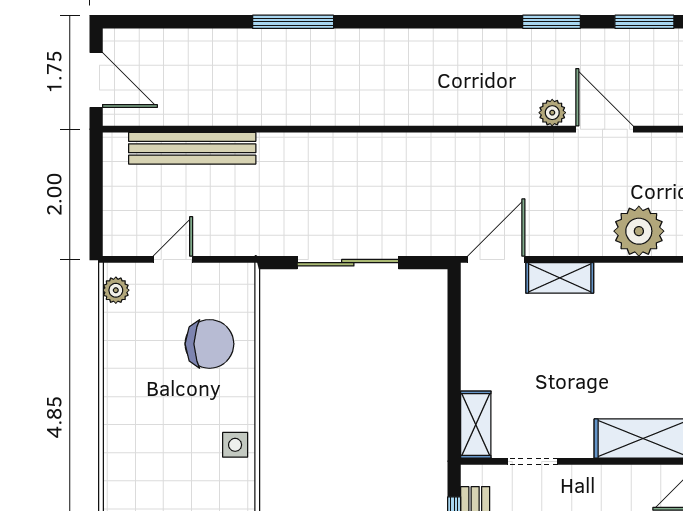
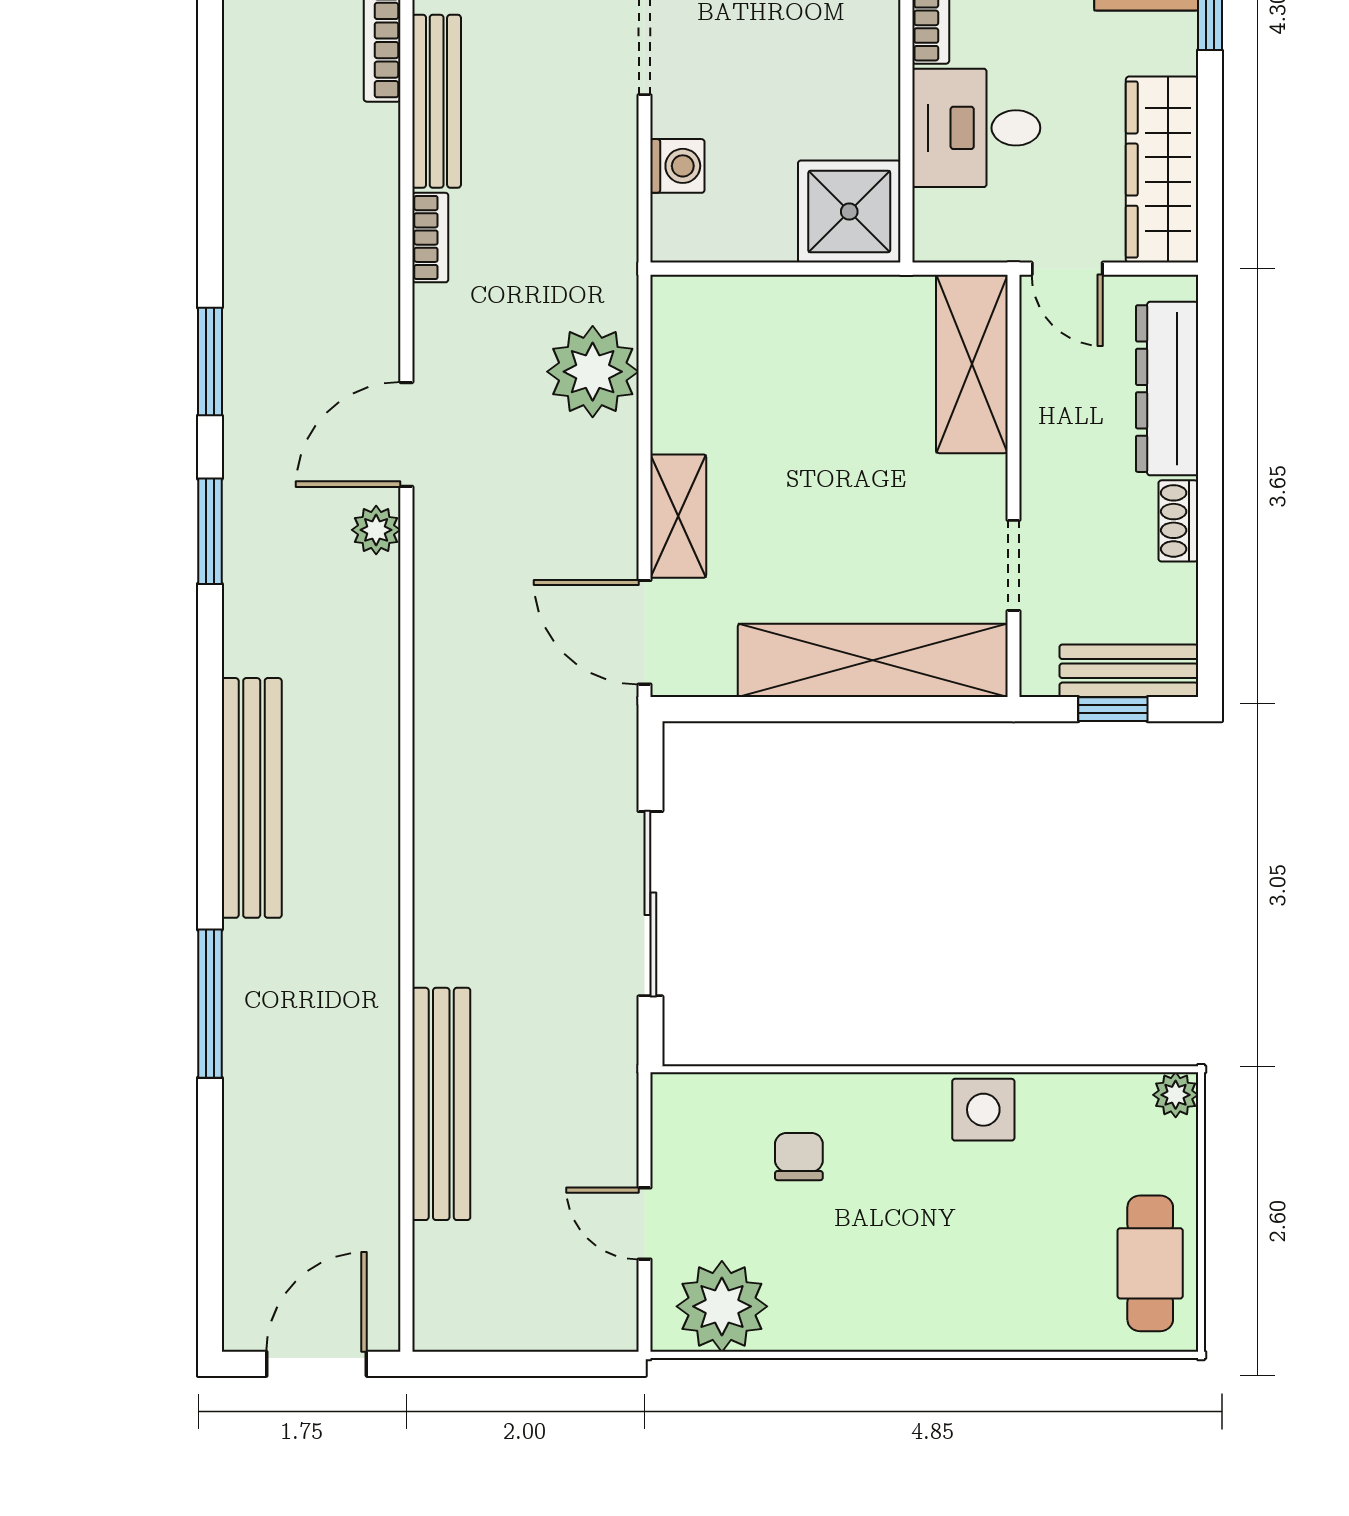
bench: (406, 45) -> (252, 798), added
bench: (192, 148) -> (441, 1104), moved
plant: (116, 290) -> (722, 1306), width x1.88, depth x1.88
chair: (209, 344) -> (799, 1157), width x0.54, depth x0.54
shelving: (476, 425) -> (873, 660), width x2.20, depth x1.33
side table: (235, 445) -> (983, 1110), width x1.37, depth x1.37

